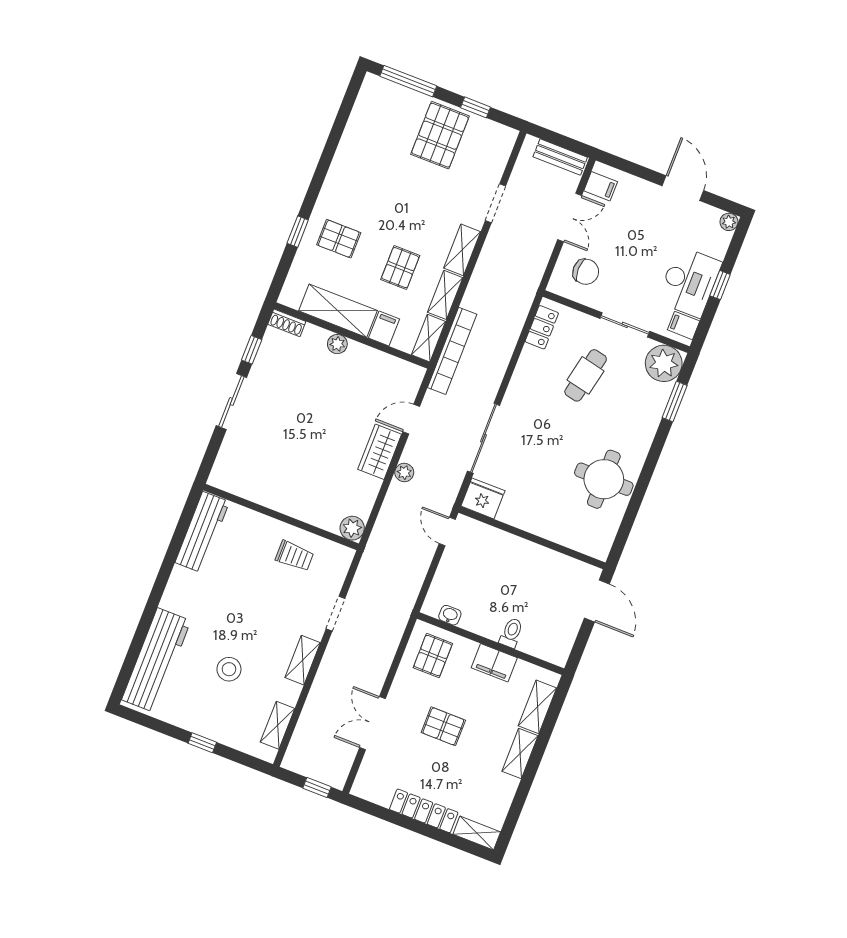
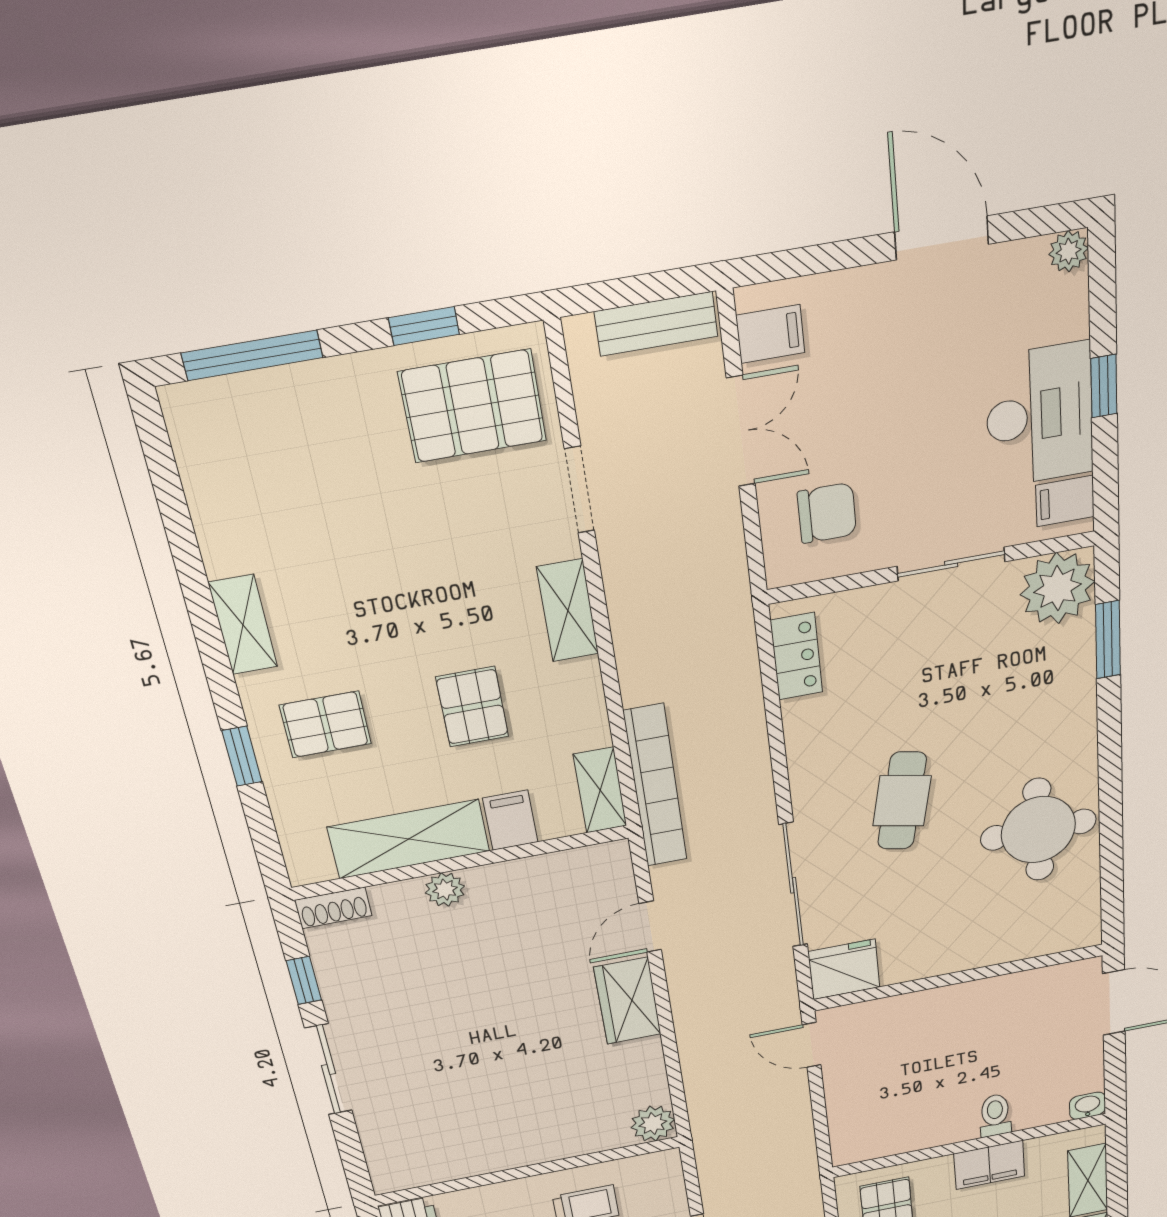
pallet: (440, 135) -> (473, 406), moved, turned 90
shelving: (445, 295) -> (243, 625), moved
cafe table: (586, 375) -> (902, 801), moved
plant: (404, 472) -> (688, 1006), removed
washbasin: (450, 615) -> (1088, 1106), moved

